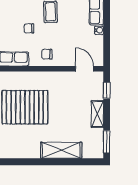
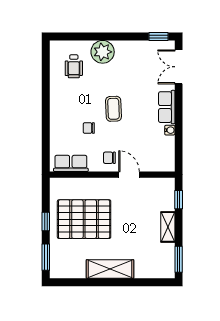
door: (85, 69) -> (129, 175), moved
shelving: (61, 150) -> (110, 269), moved

